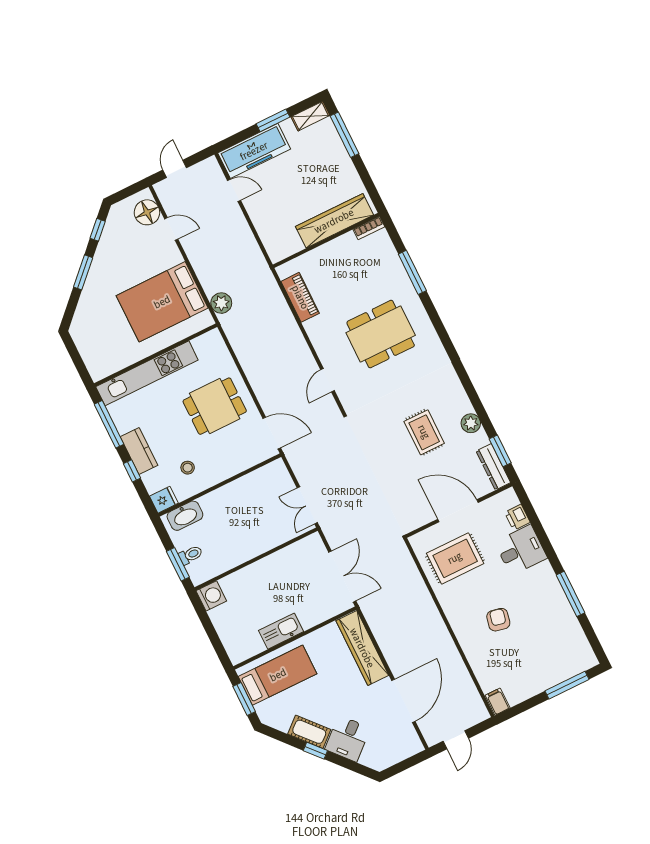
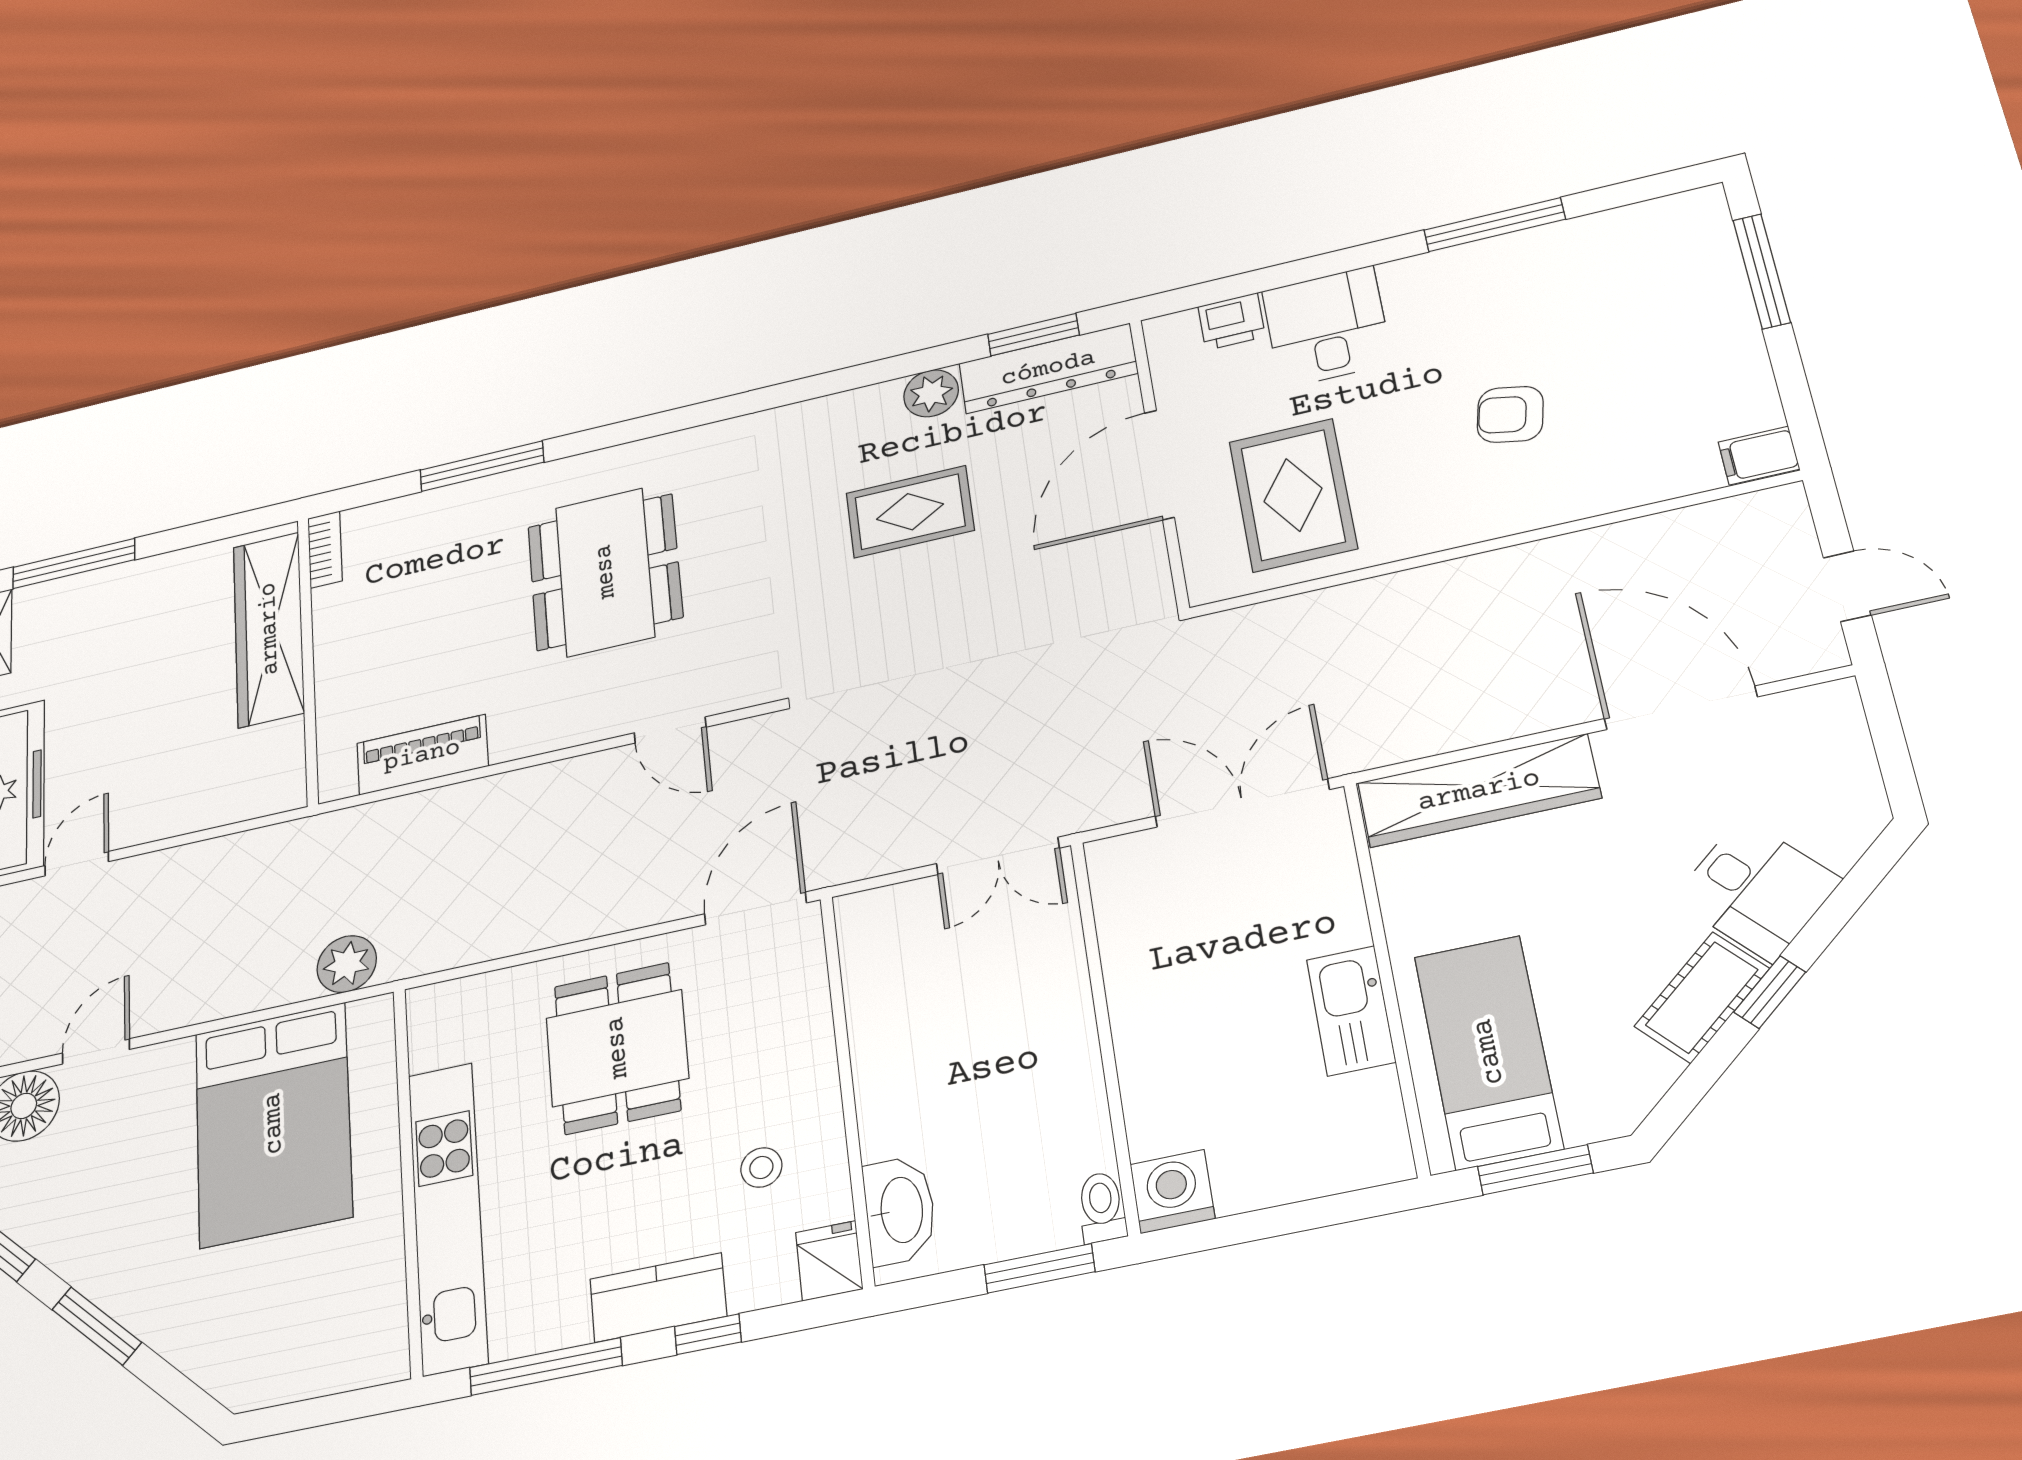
dresser: (493, 467) -> (1048, 368), width x1.37, depth x1.24
toilet: (191, 555) -> (1102, 1207), moved

